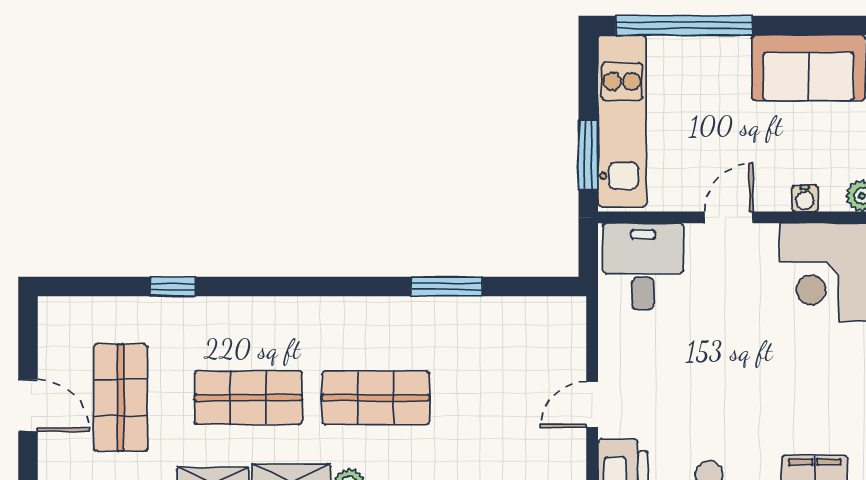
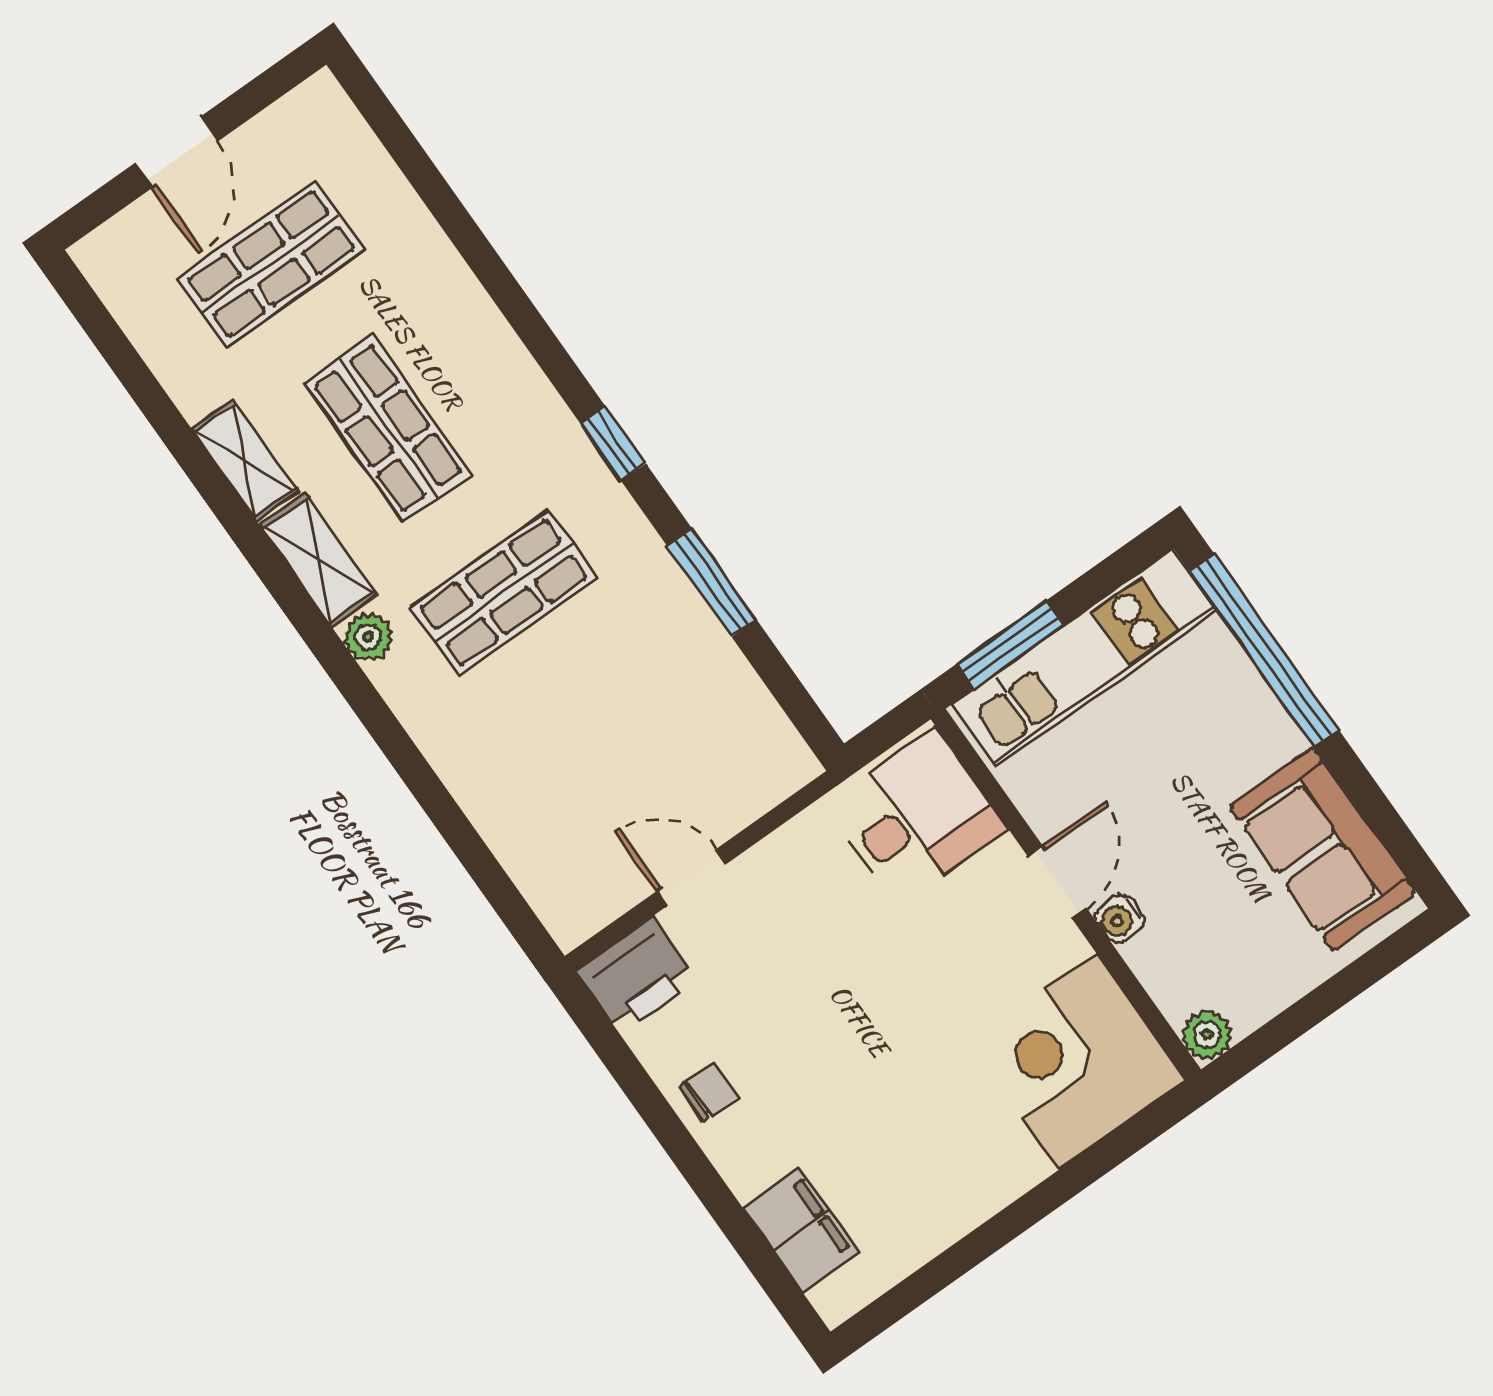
water cooler: (805, 198) -> (1120, 919), moved
door: (729, 217) -> (1057, 882), hinge flipped
window: (173, 286) -> (613, 444), moved
shop shelf: (376, 398) -> (504, 592), turned 90

